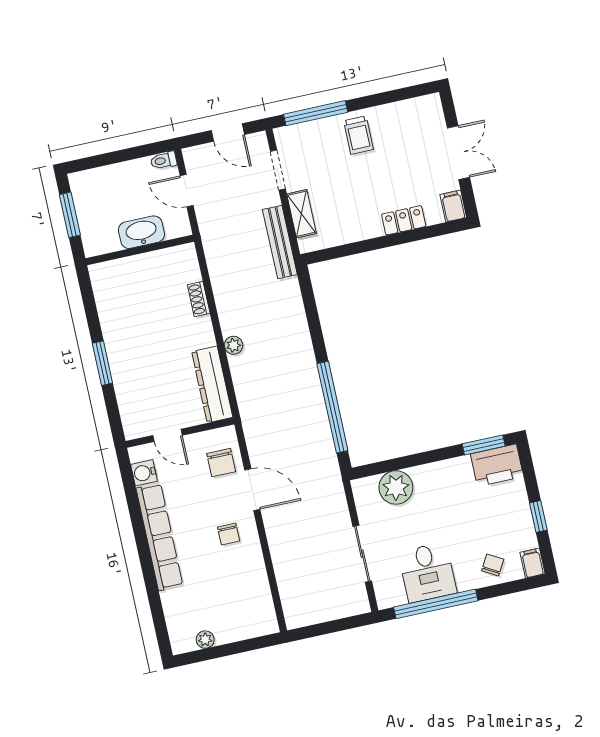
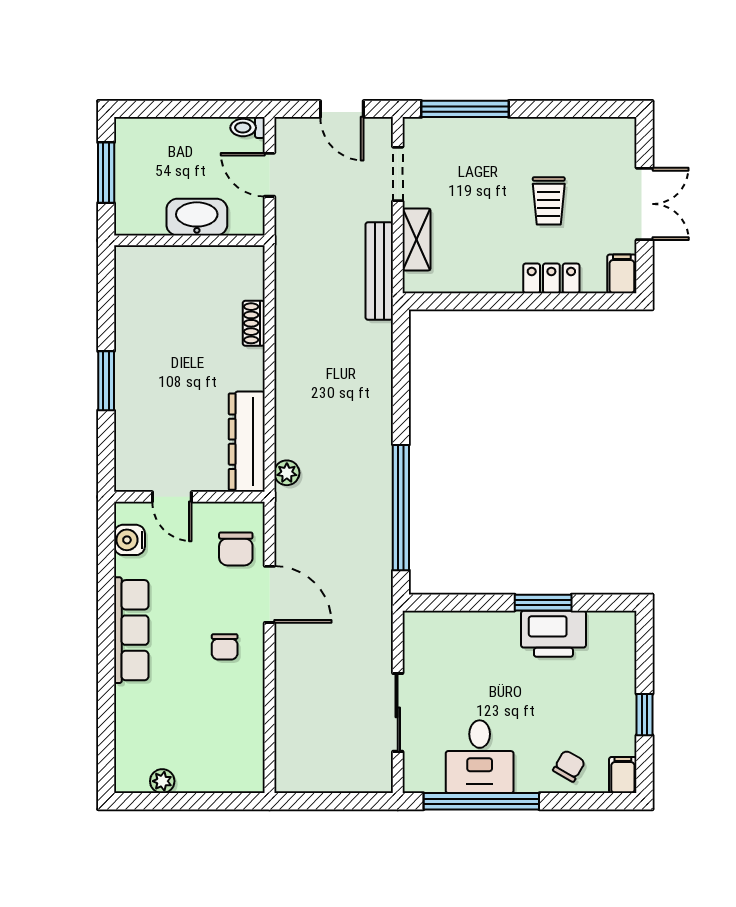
trolley: (358, 135) -> (549, 201), moved
plant: (234, 345) -> (287, 473), moved
window: (484, 445) -> (543, 603), moved
printer: (497, 465) -> (553, 634), moved
plant: (396, 487) -> (462, 634), removed
row of seats: (159, 537) -> (131, 630), width x0.73

